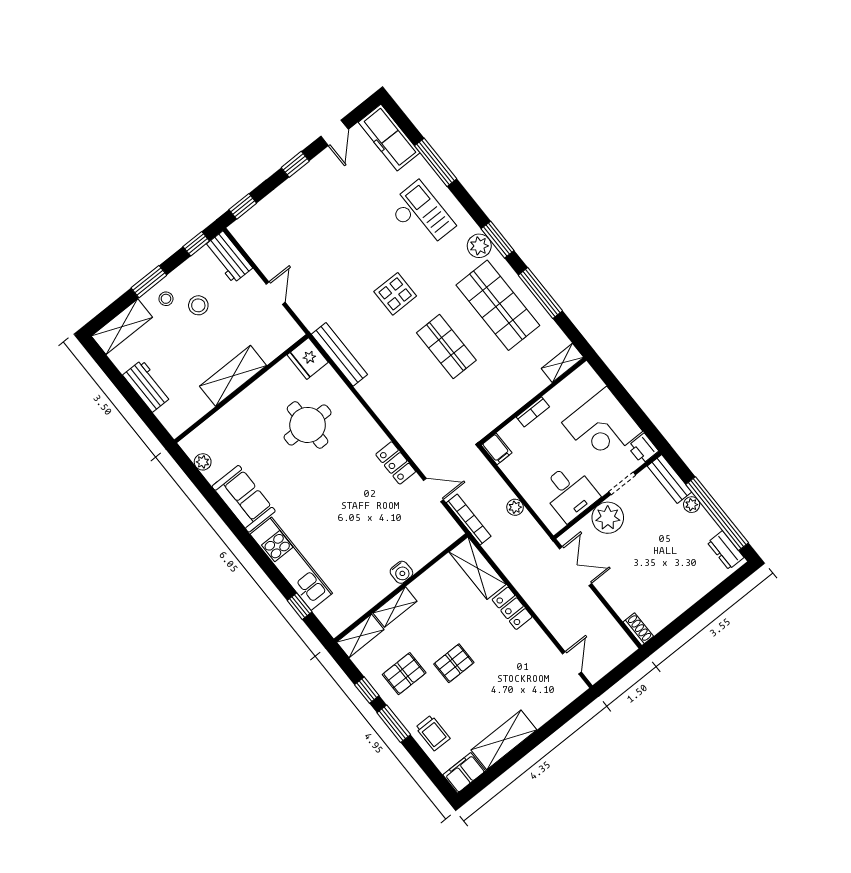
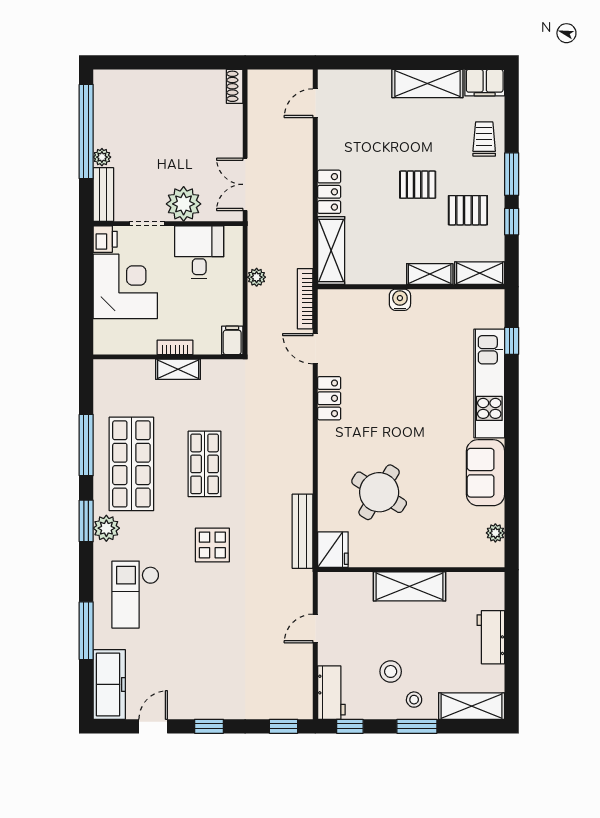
shelving: (562, 363) -> (178, 369), moved
round table: (308, 425) -> (379, 492), turned 32
dresser: (726, 550) -> (104, 94), removed

